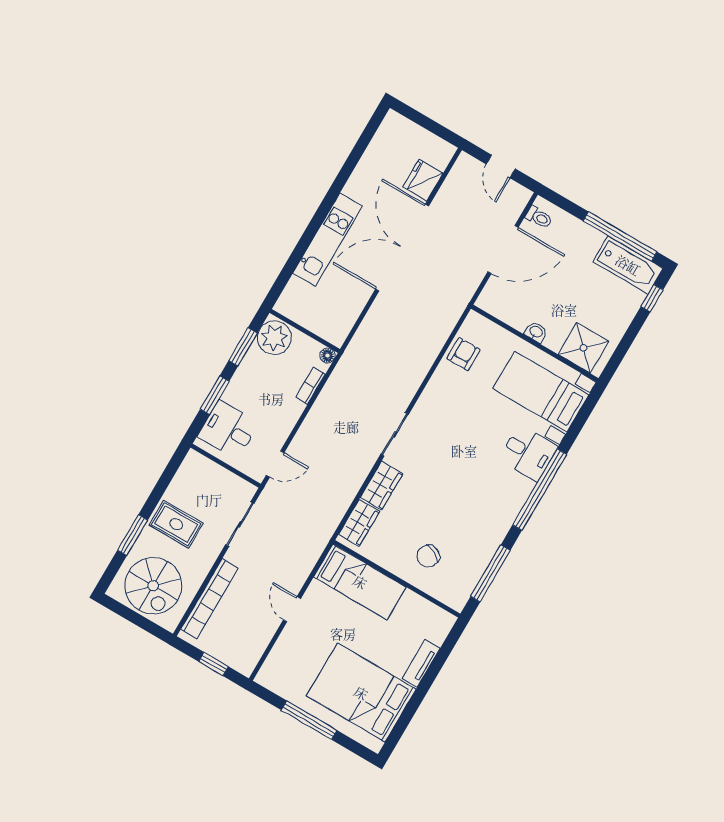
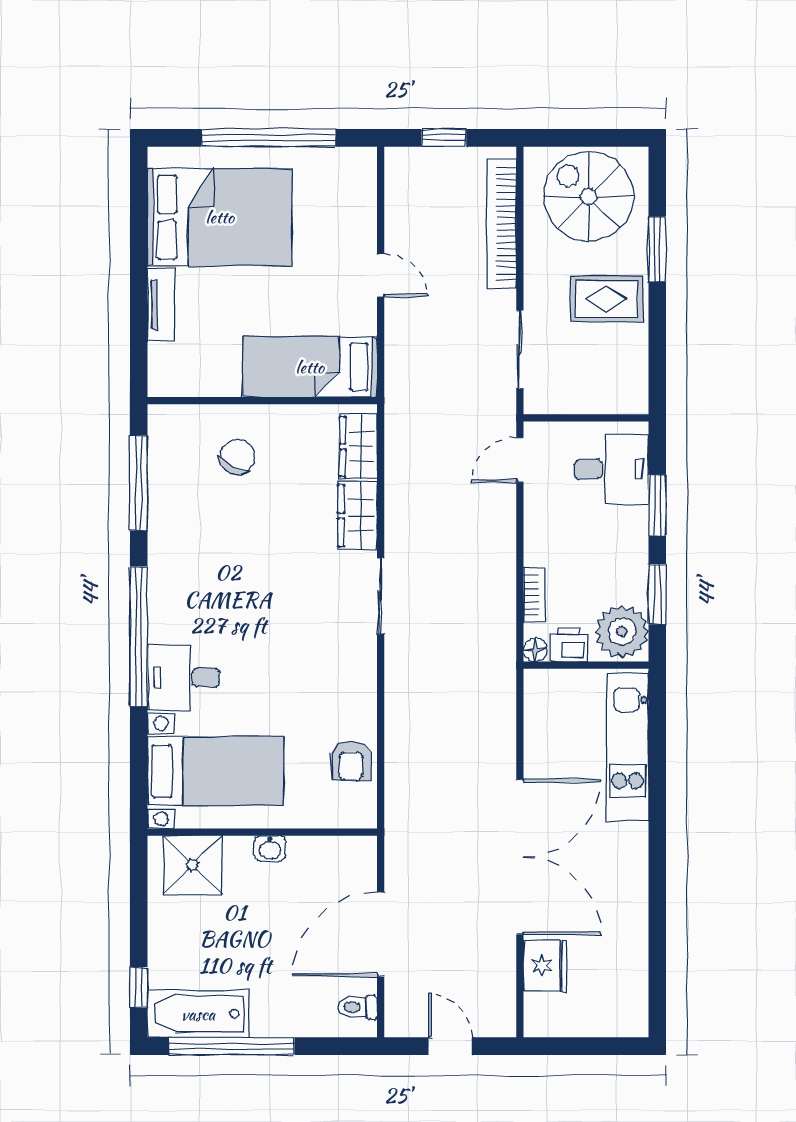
kitchen unit: (328, 240) -> (628, 747), moved
printer: (308, 348) -> (569, 644), added
window: (309, 720) -> (269, 138), width x1.46

